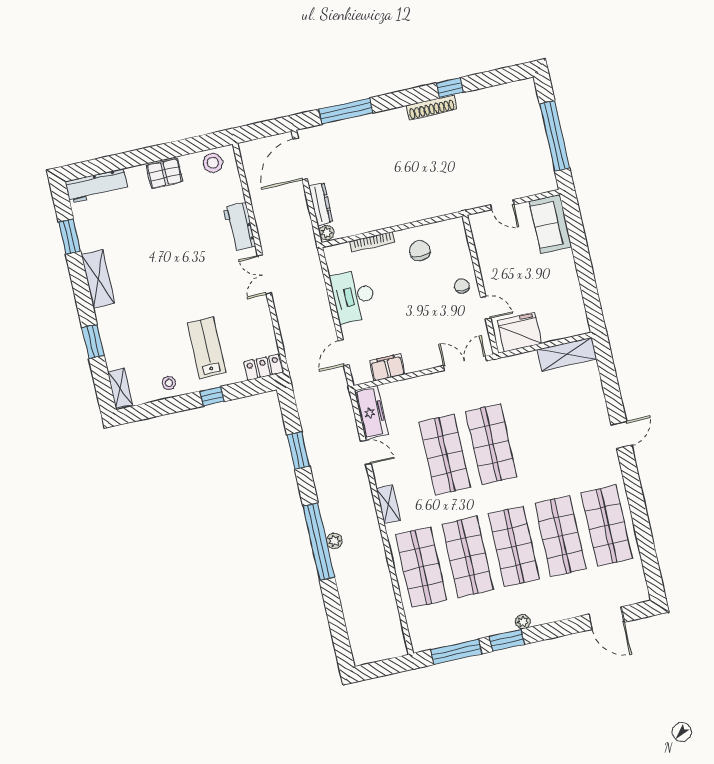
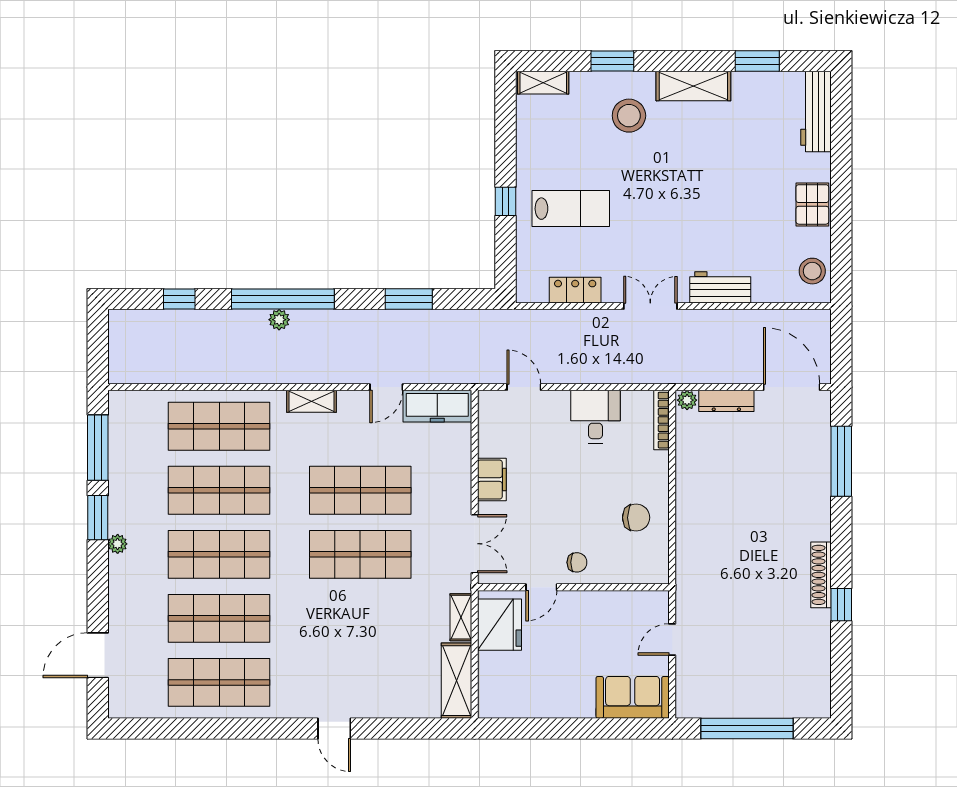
bookcase: (372, 242) -> (661, 420), moved
desk: (353, 296) -> (595, 417), width x0.73
shelving: (520, 361) -> (461, 617), added
locker: (263, 367) -> (575, 290), moved, turned -90
filing cabinet: (387, 367) -> (492, 480), moved
stool: (169, 383) -> (629, 116), moved, width x1.89, depth x1.89
window: (335, 617) -> (179, 299), added

